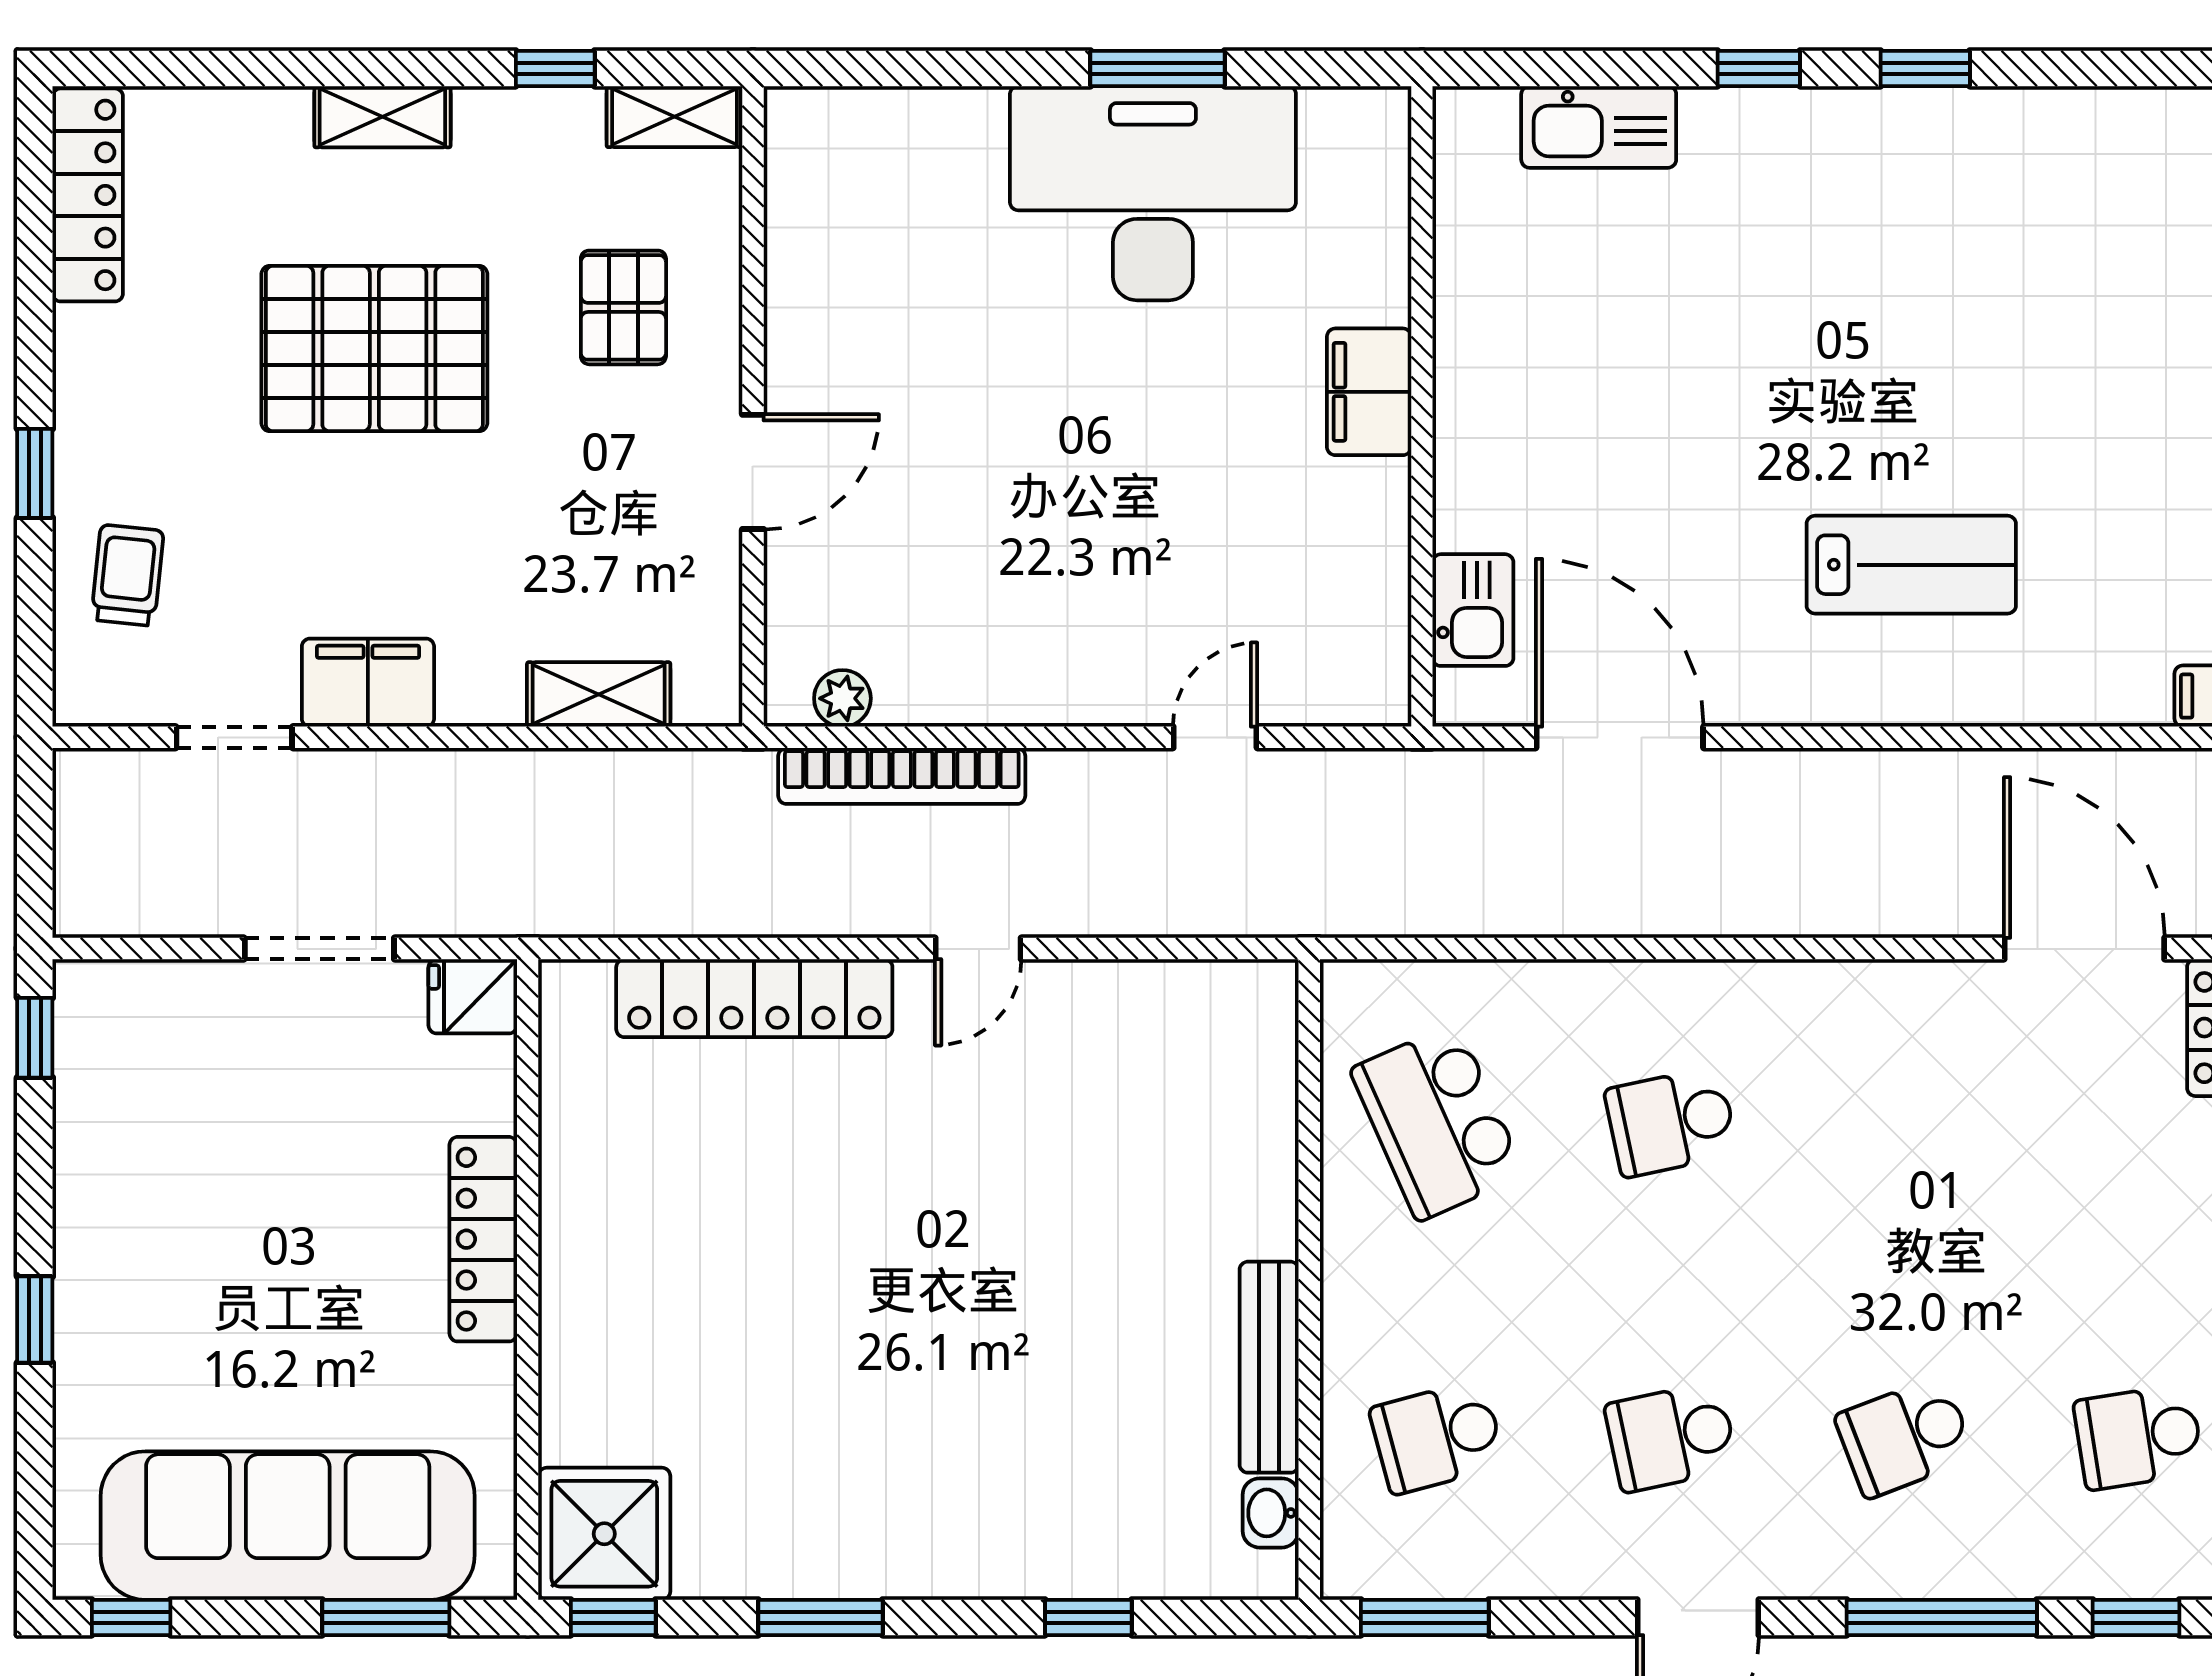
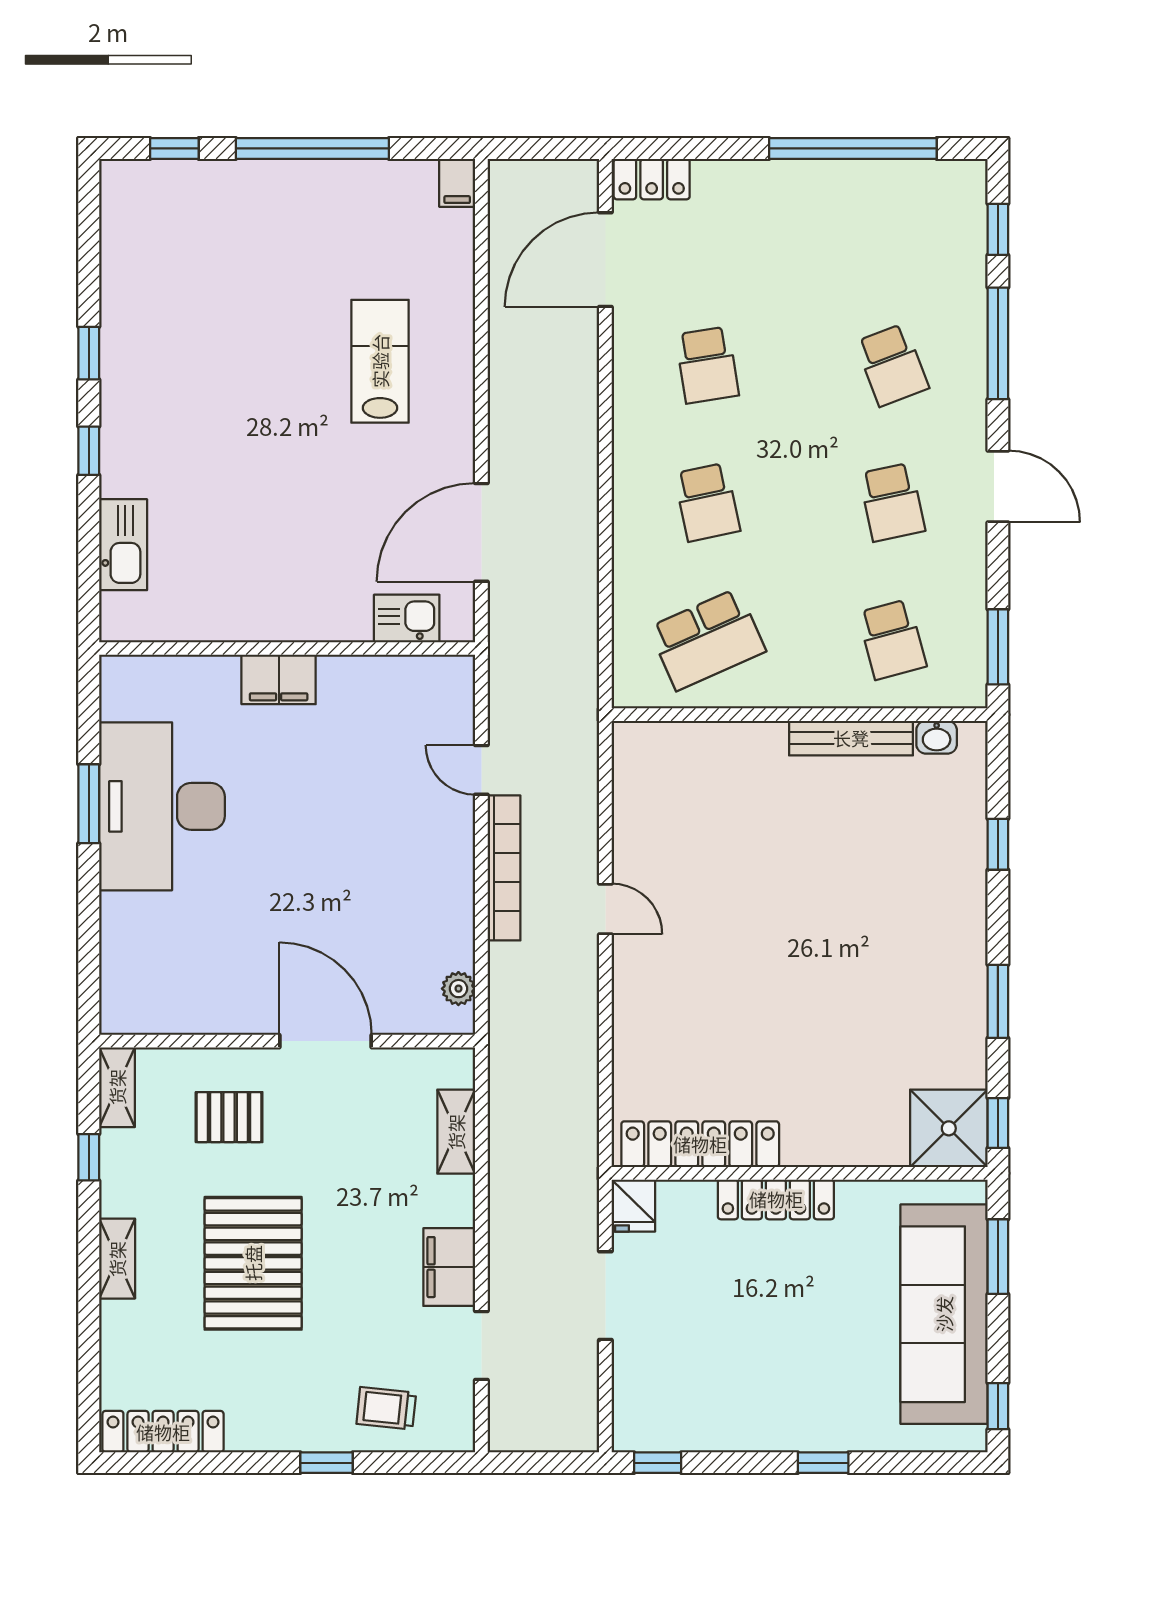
door: (753, 472) -> (326, 1041), width x1.36
bookcase: (902, 776) -> (504, 868), moved
locker: (754, 998) -> (700, 1144), moved, turned -90
school desk: (2139, 1437) -> (707, 365), moved

